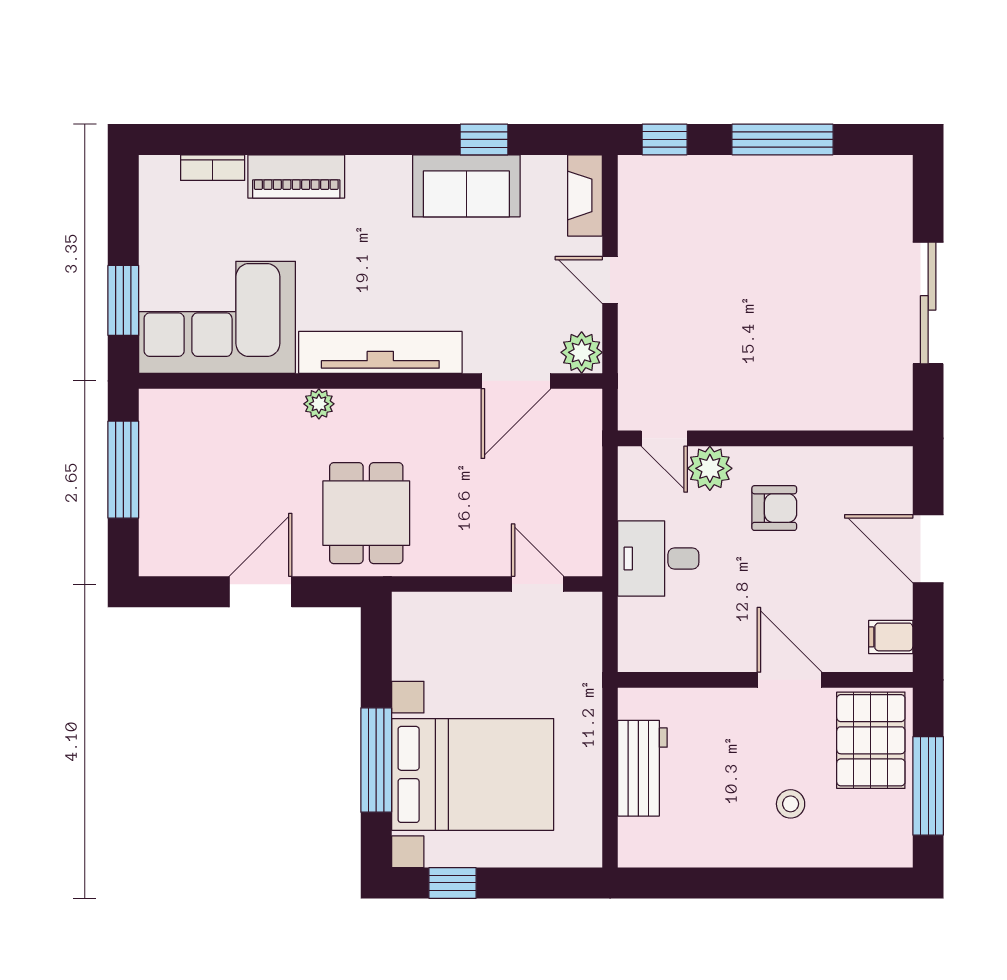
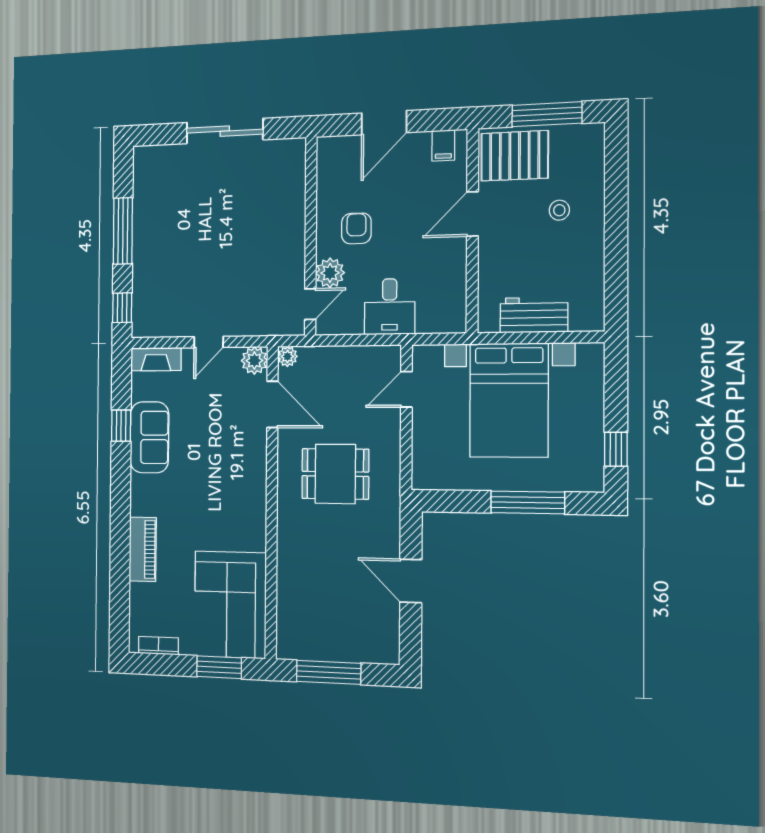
bookcase: (213, 168) -> (158, 646), moved, turned -90
tv unit: (380, 352) -> (253, 496), removed
plant: (319, 404) -> (287, 356), moved
dining table: (366, 513) -> (335, 474), moved
bed with nightstands: (473, 774) -> (509, 400), moved, turned 180

